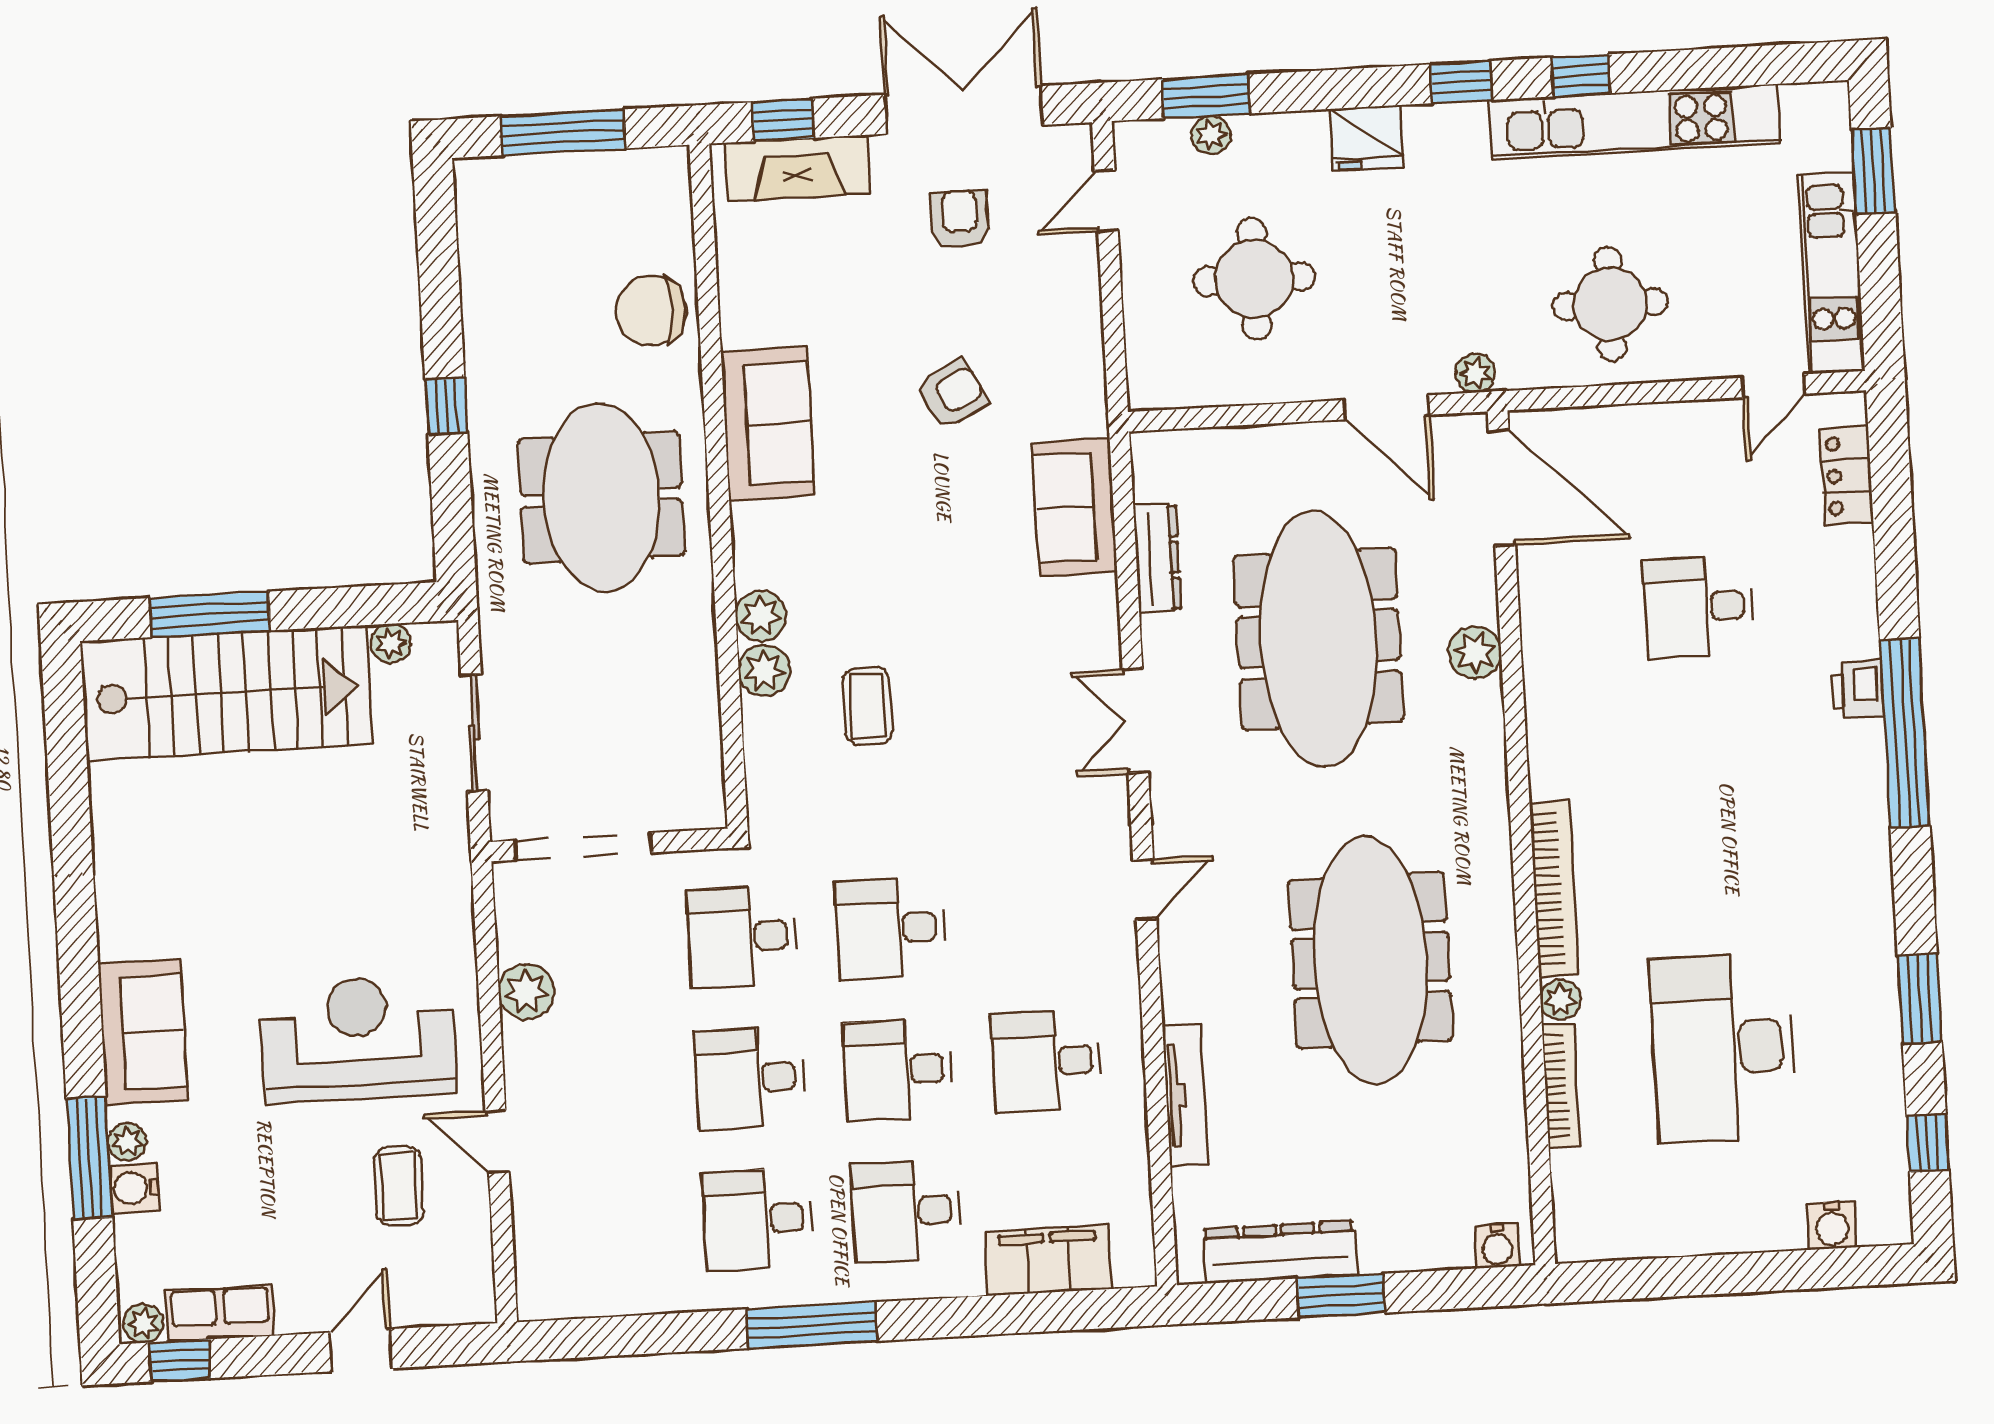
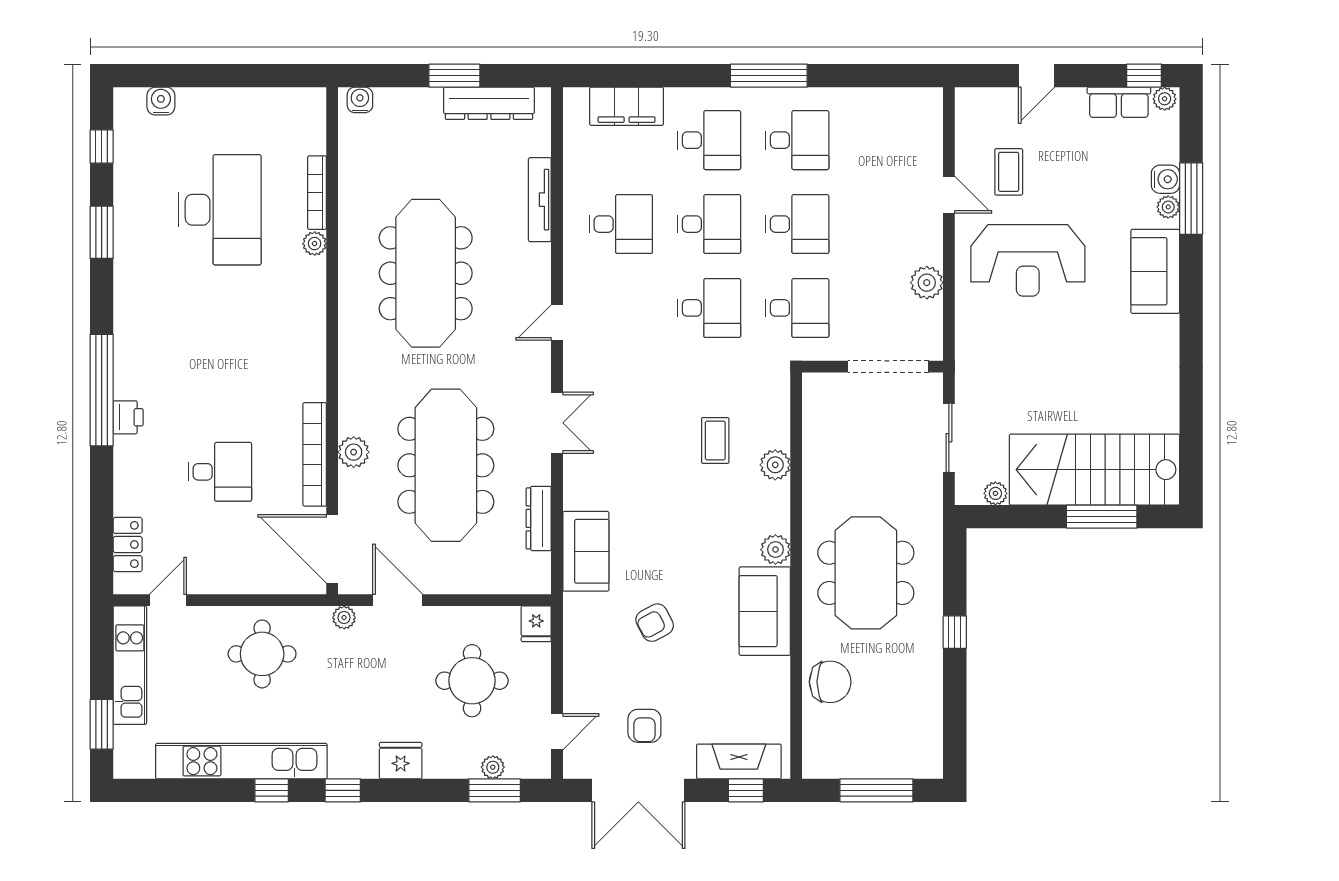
fridge: (1151, 381) -> (536, 624), added
plant: (761, 616) -> (775, 550), moved
bookcase: (1554, 889) -> (315, 454), moved

